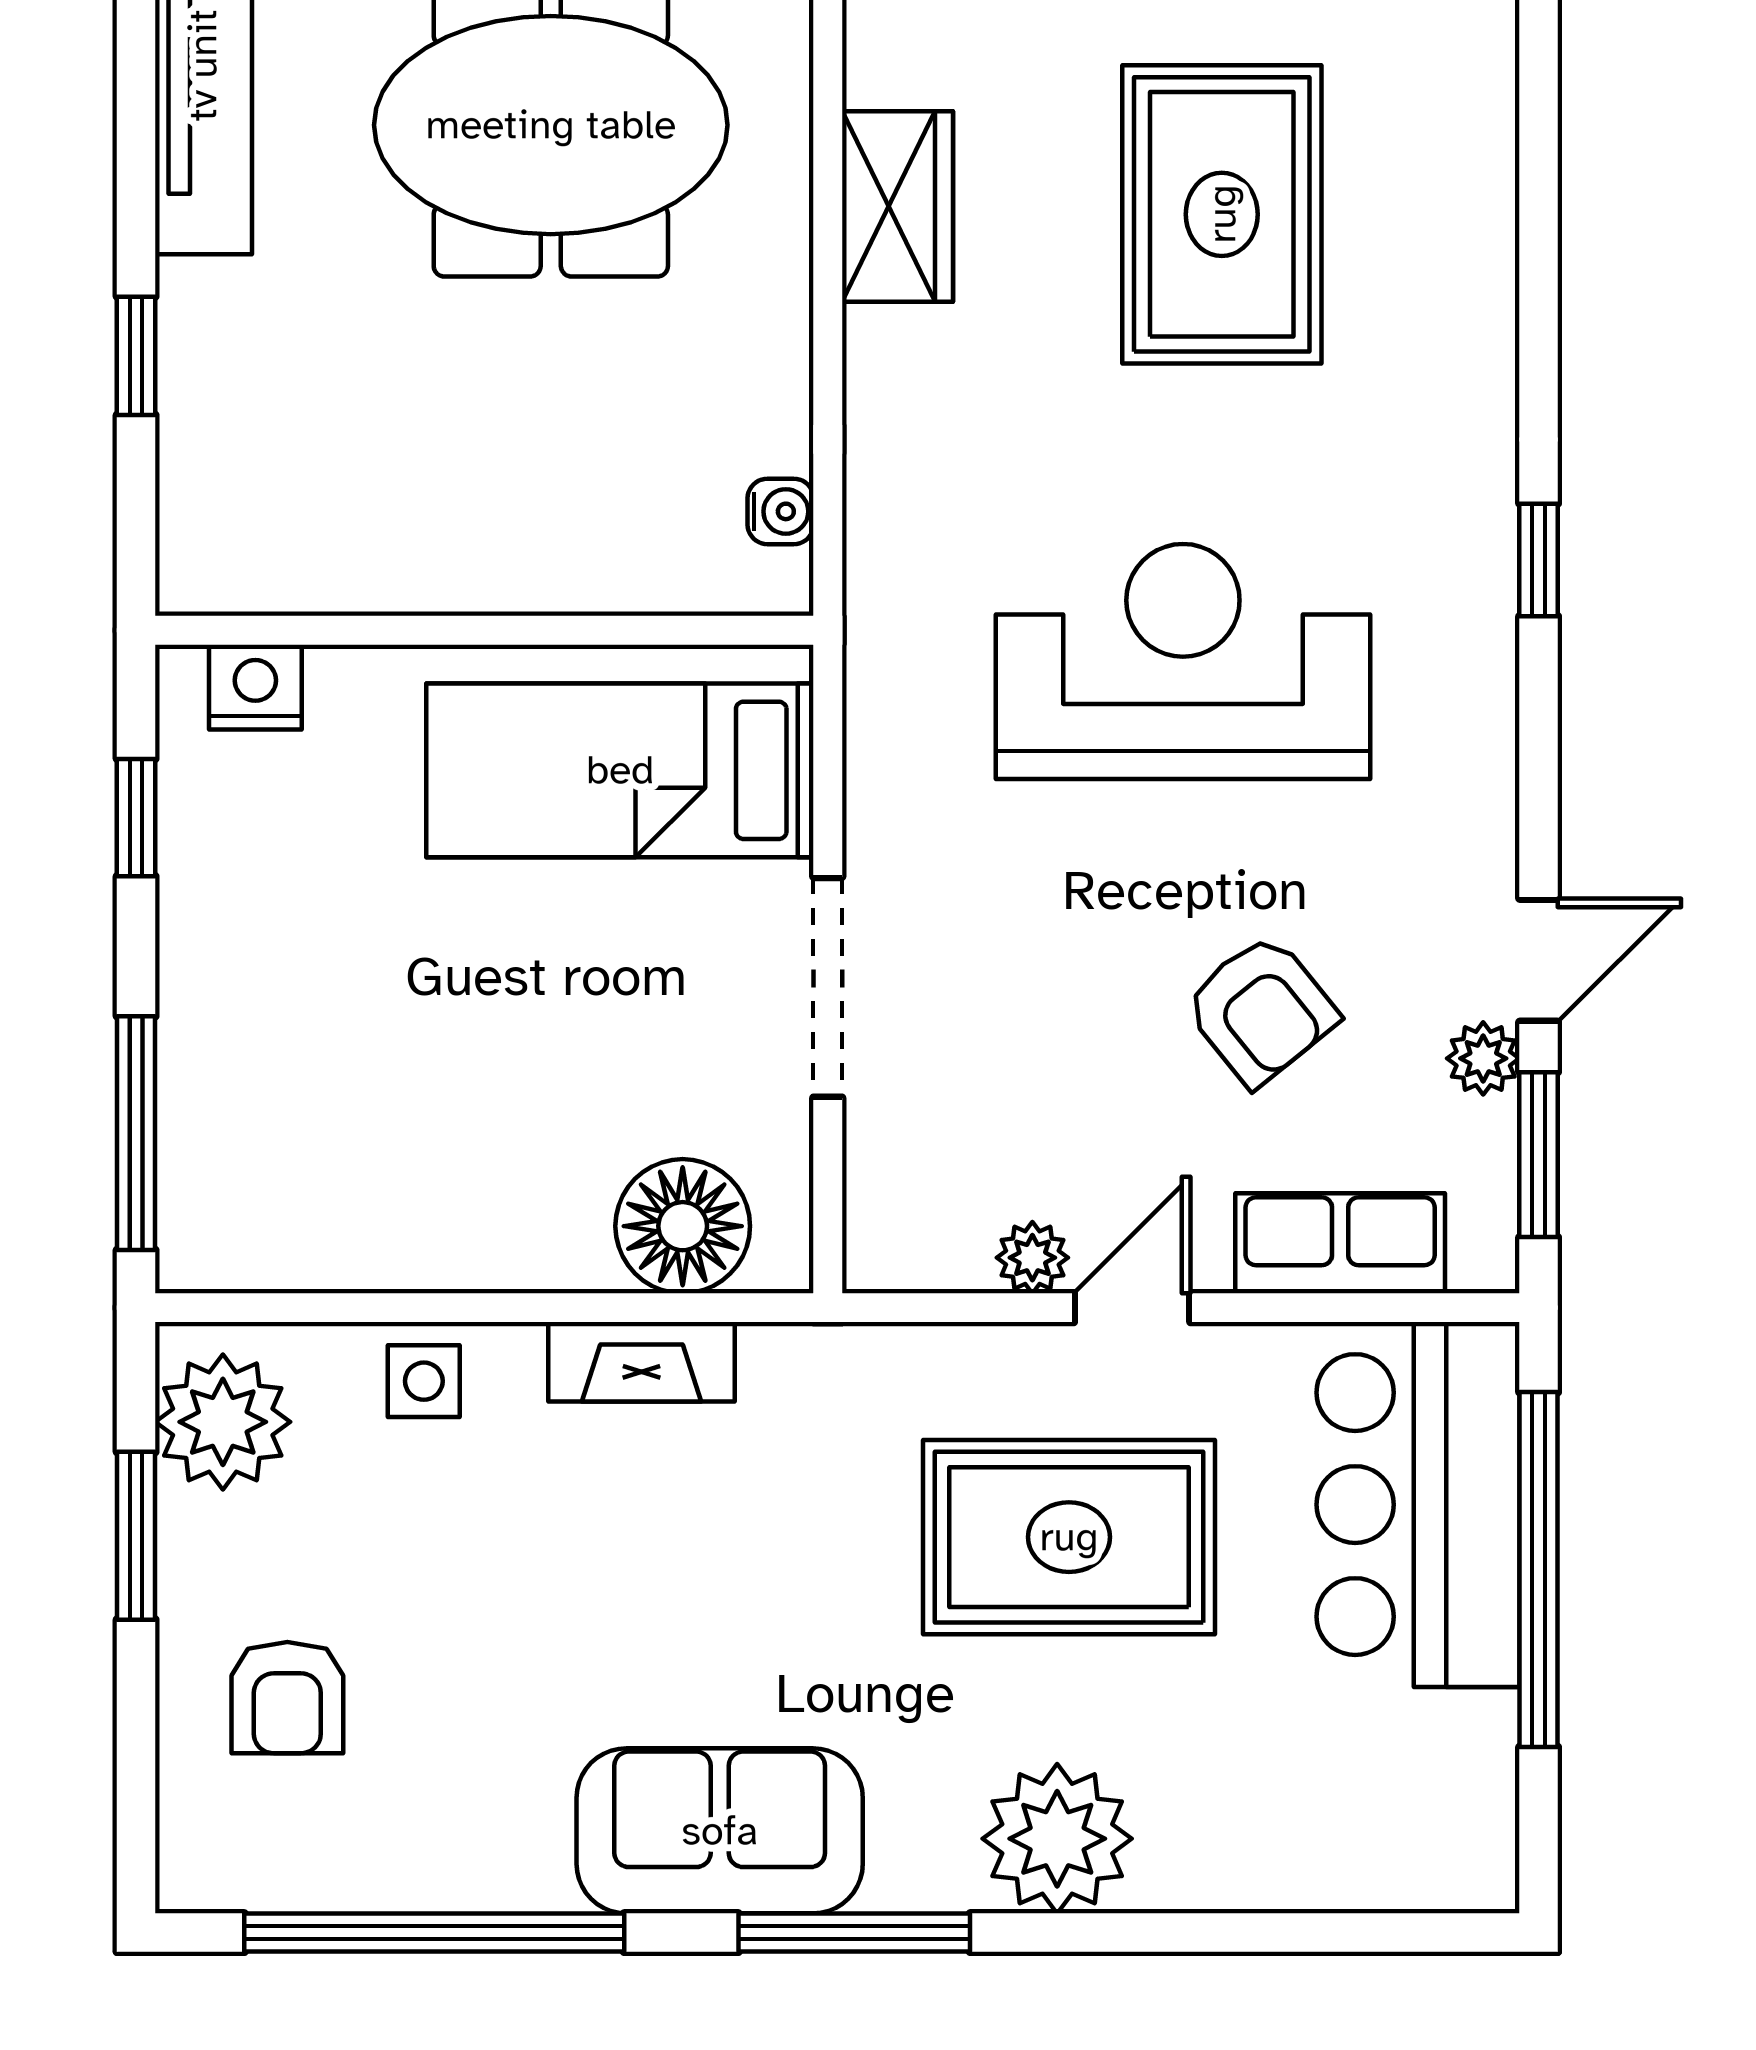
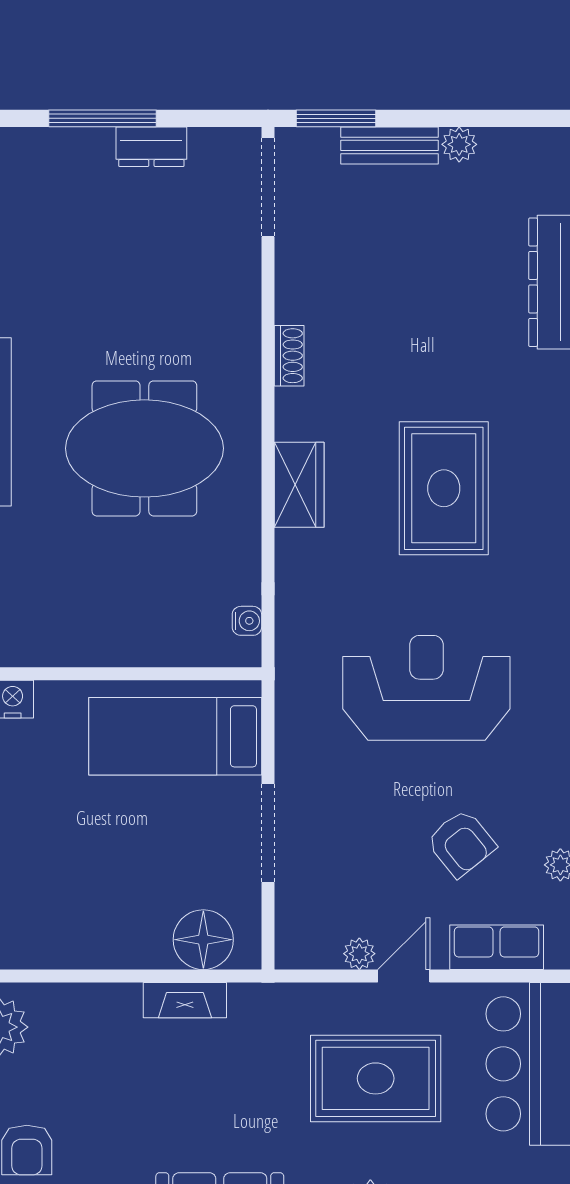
side table: (424, 1381) -> (88, 1009), removed

